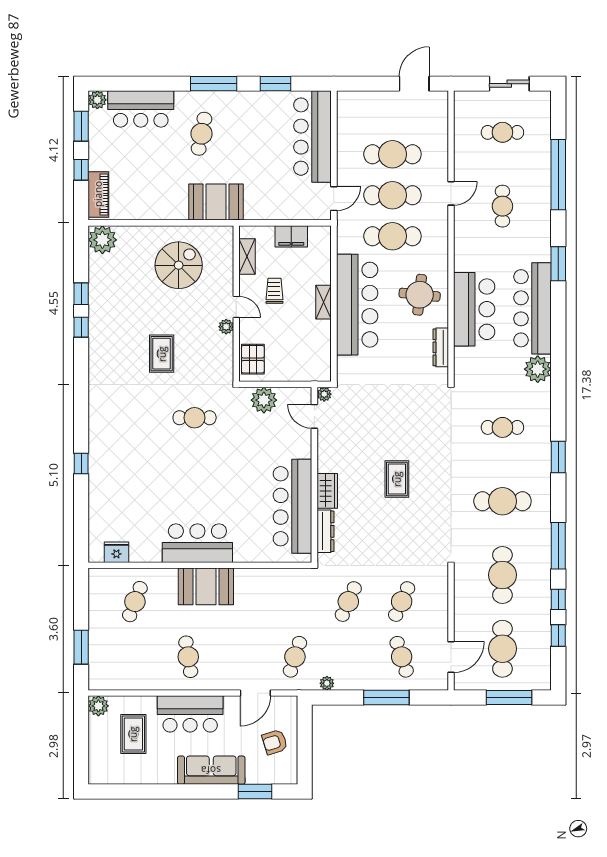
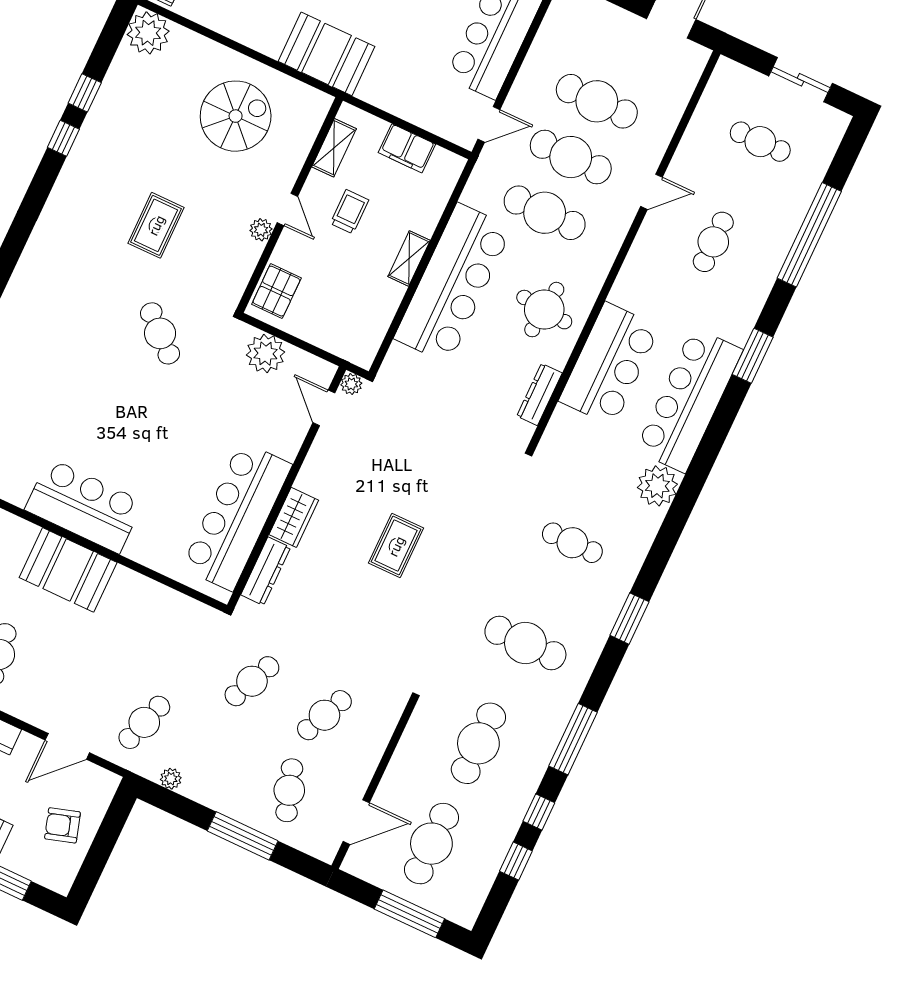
cafe table: (195, 418) -> (160, 333), turned 42

